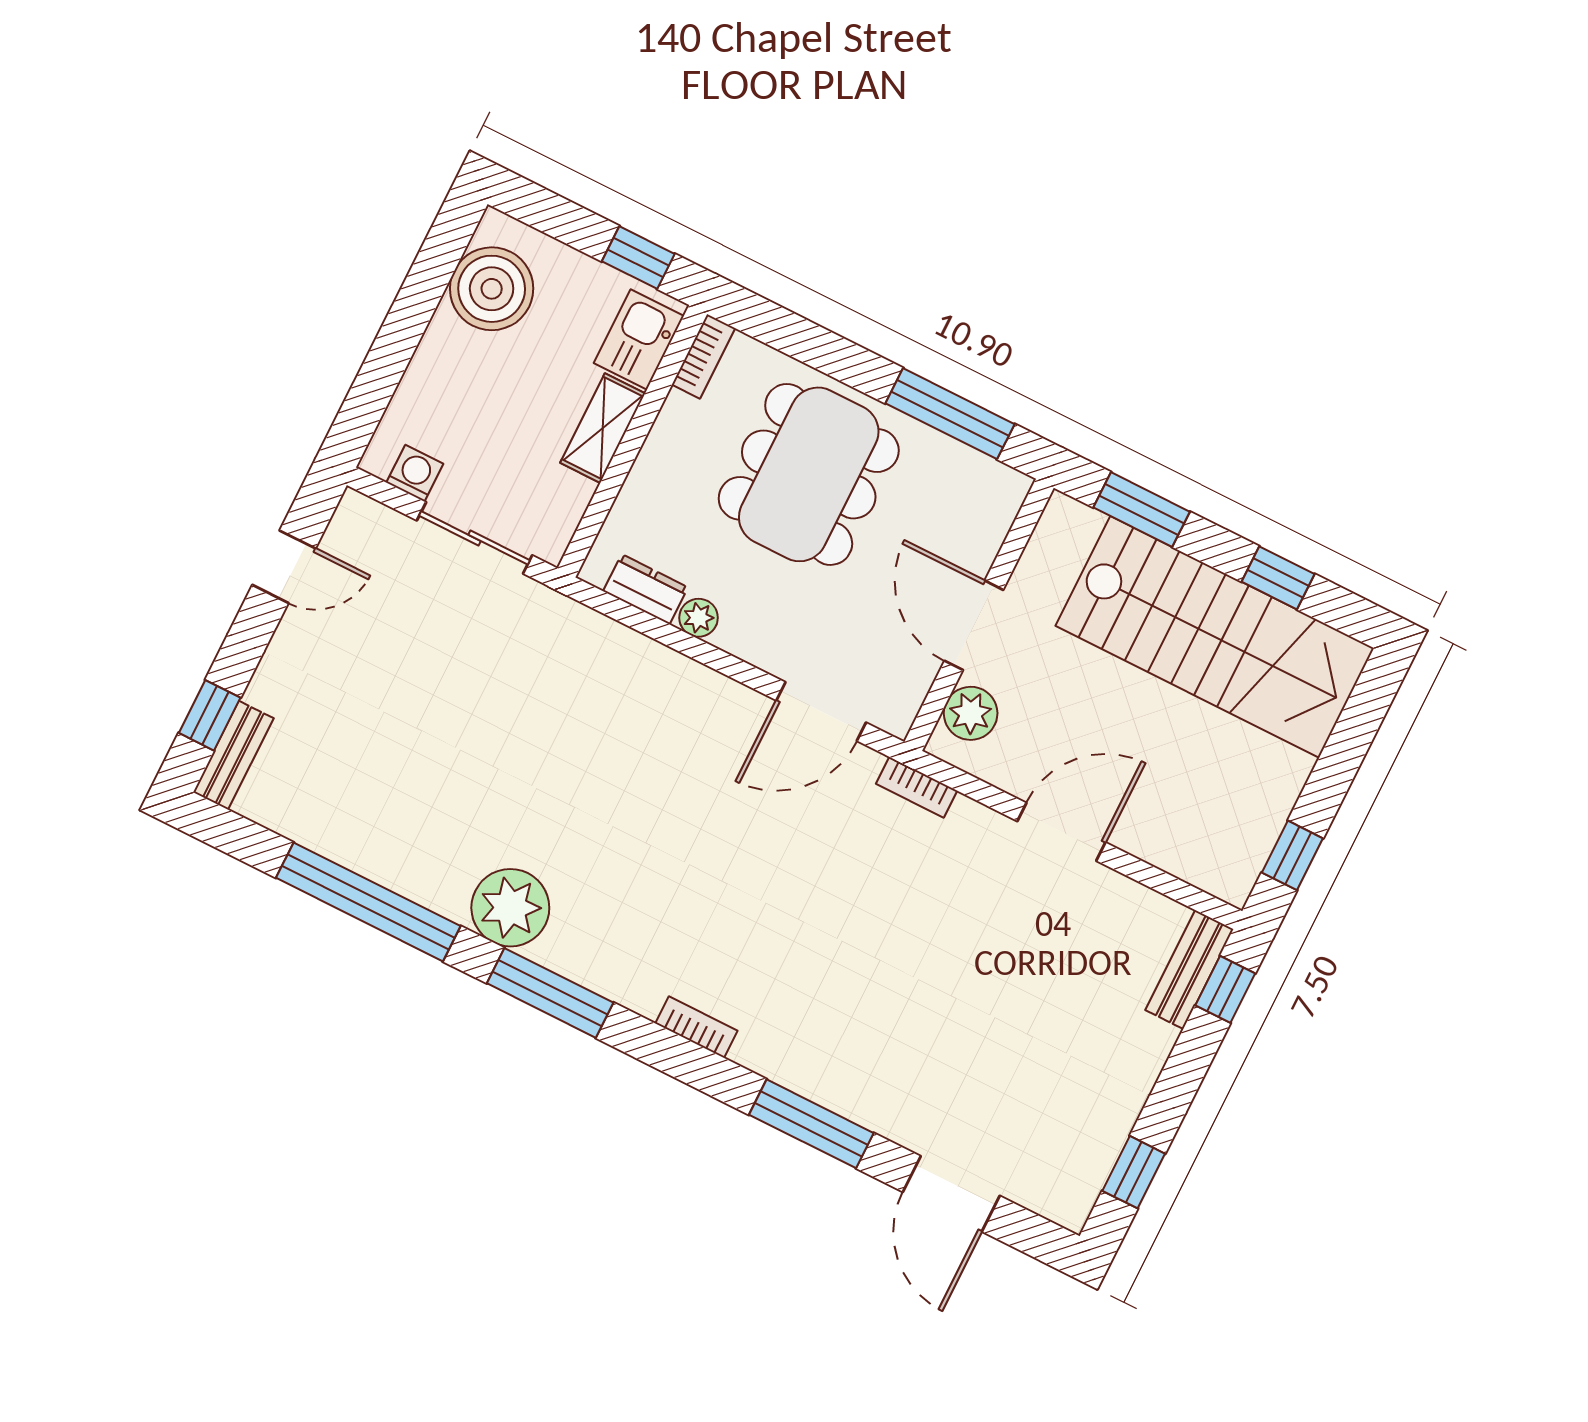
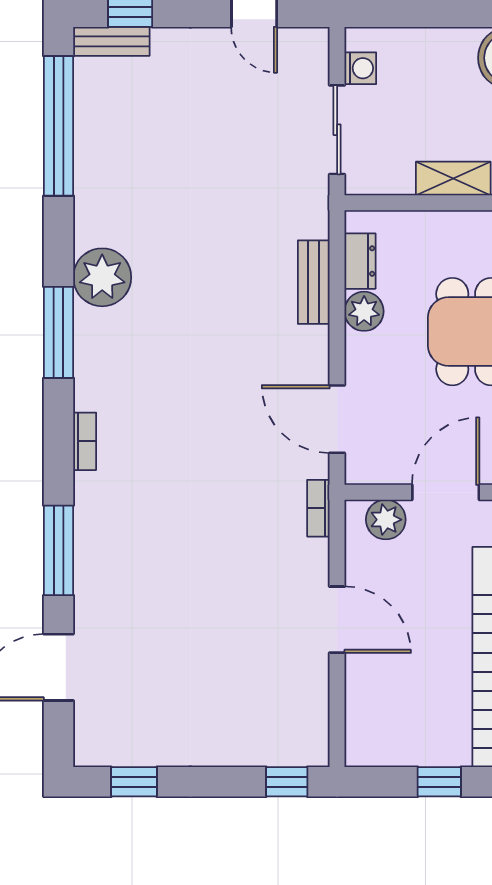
plant: (699, 618) -> (364, 311), width x1.38, depth x1.38
window: (1292, 855) -> (439, 782), moved
window: (368, 902) -> (59, 126), moved
bench: (1189, 970) -> (314, 282), moved, turned 90

